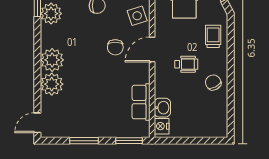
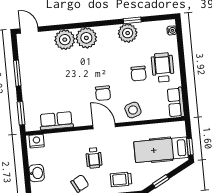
trolley: (213, 36) -> (121, 179), turned 180
chair: (115, 47) -> (103, 93), turned -90
washbasin: (162, 108) -> (37, 173), moved, turned -90

